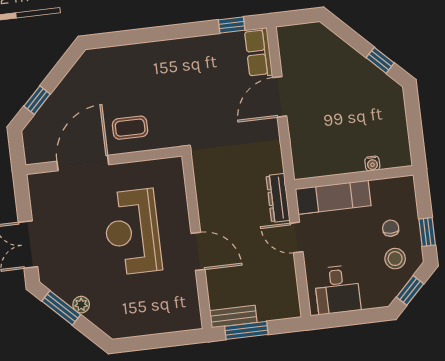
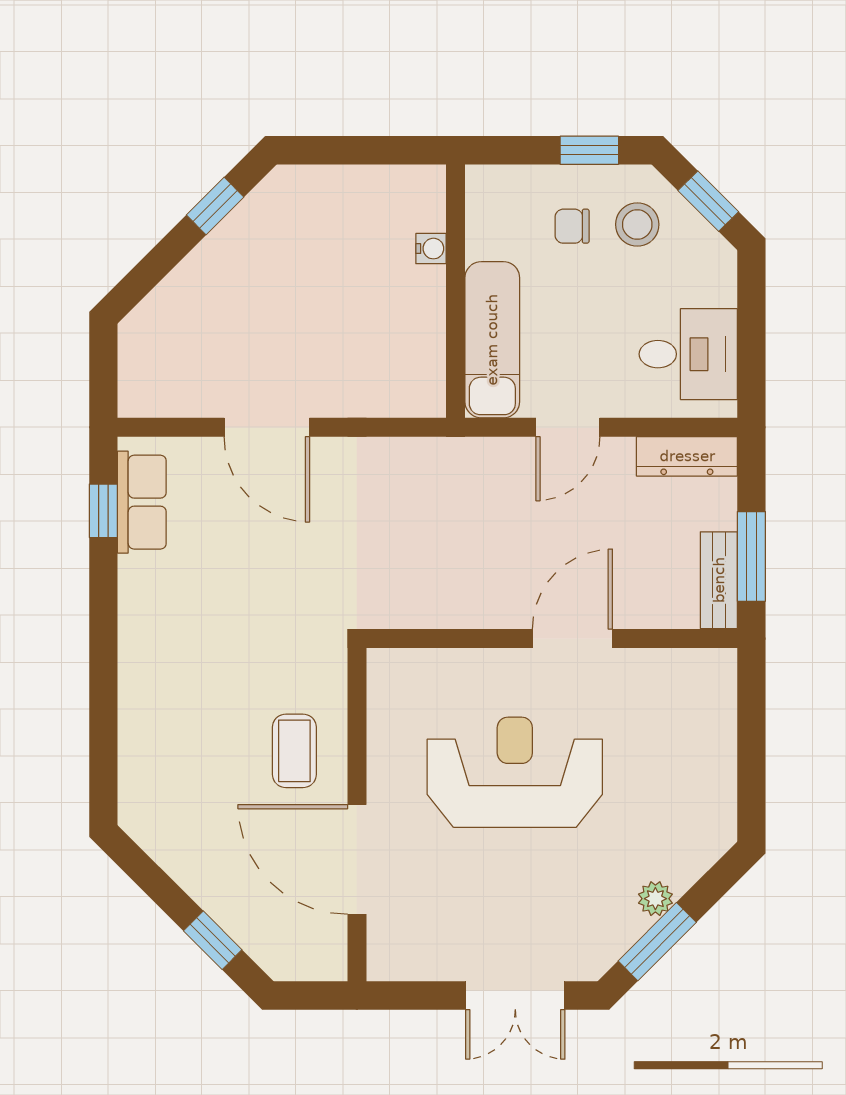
row of seats: (258, 53) -> (142, 502), moved, turned -90
dresser: (278, 198) -> (687, 456), moved
reception desk: (132, 232) -> (515, 772), turned 180

